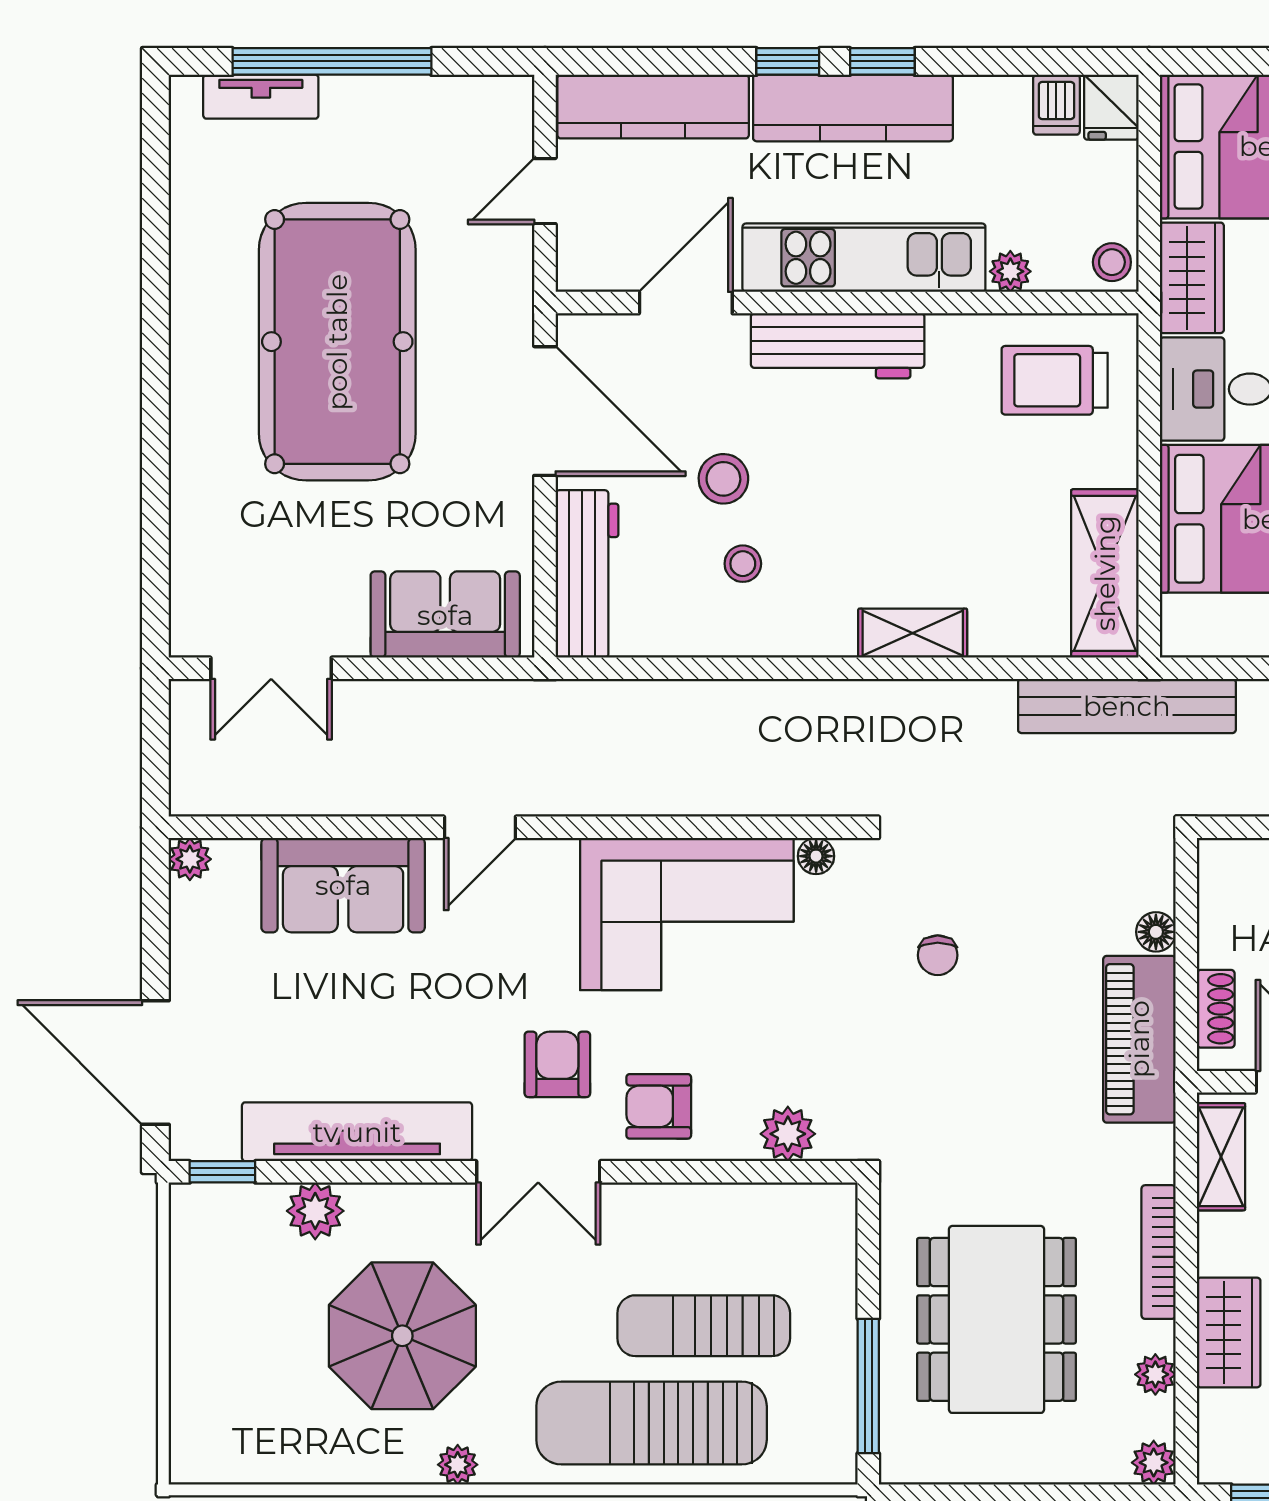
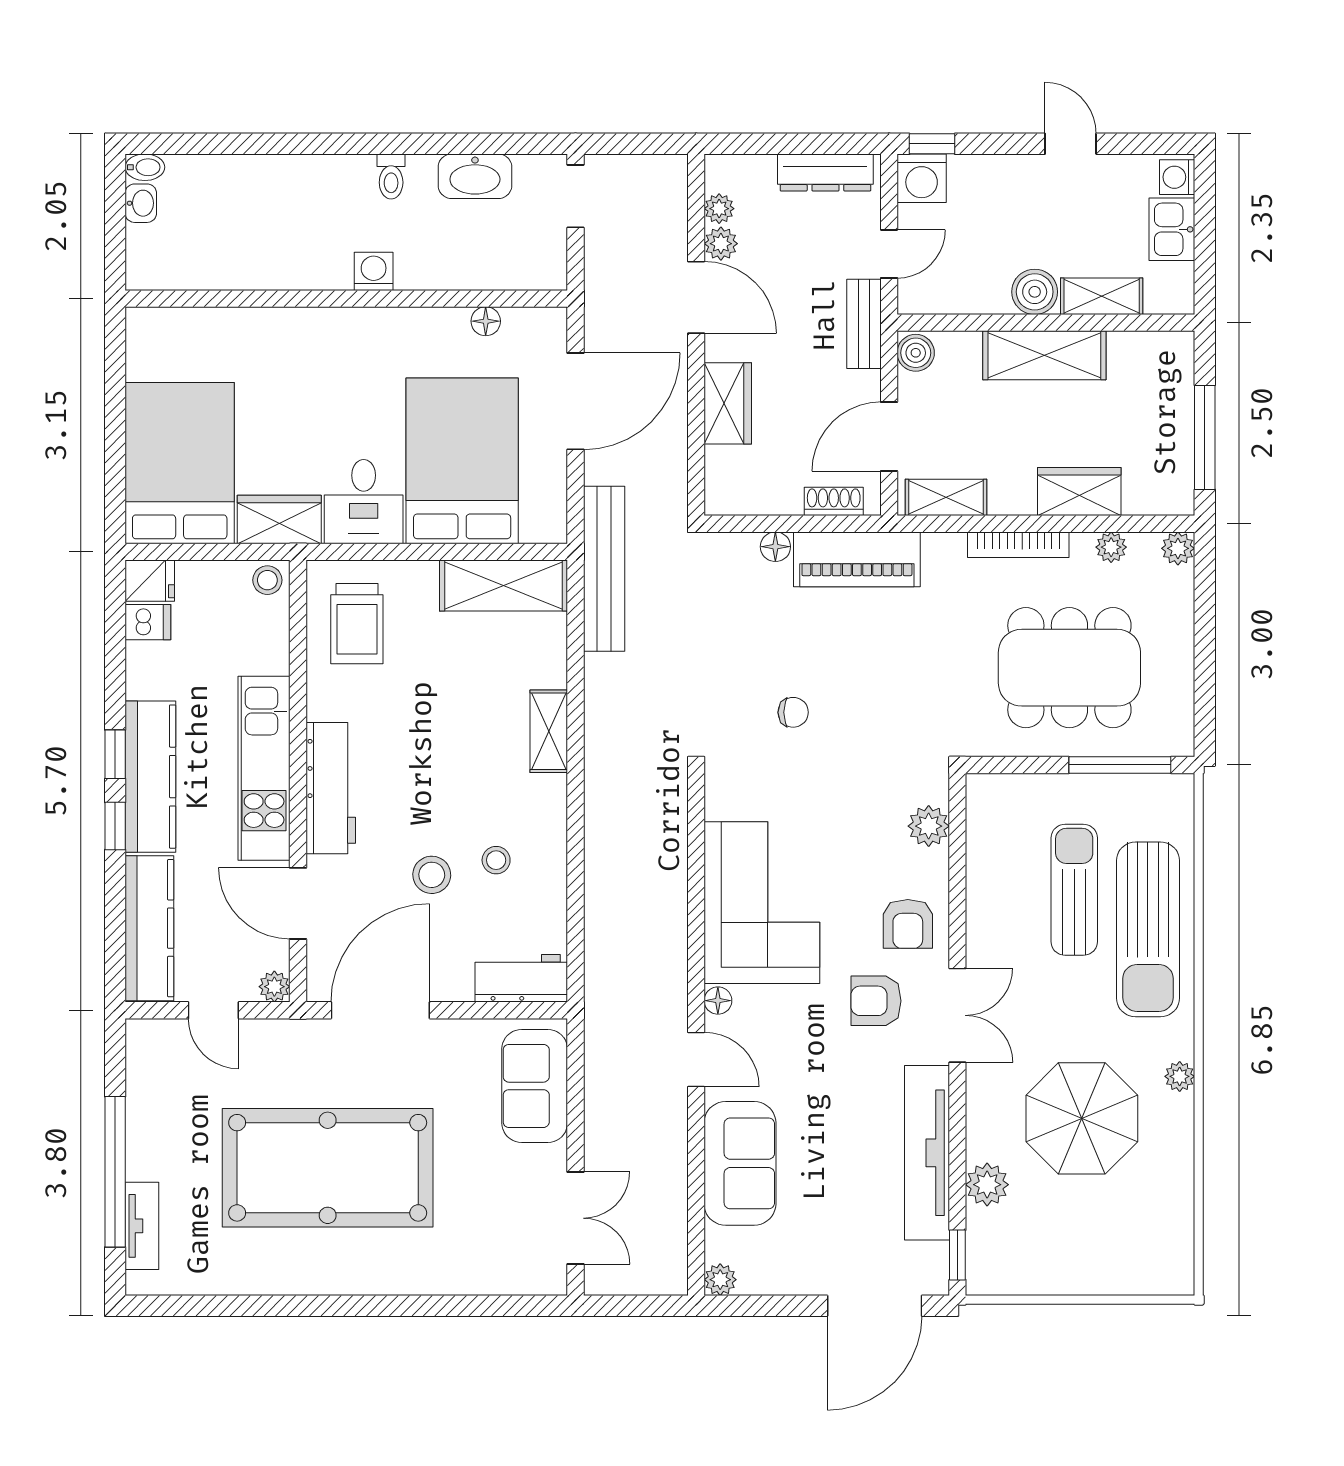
plant: (1010, 271) -> (274, 987), moved
workbench: (587, 574) -> (521, 978), width x0.73
floor lamp: (816, 856) -> (718, 1001), moved
sun lounger: (704, 1326) -> (1074, 890), turned 180

